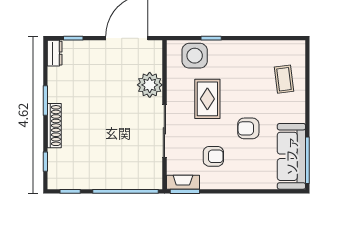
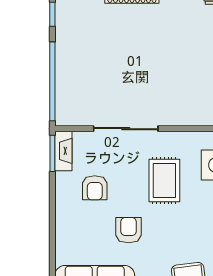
plant: (150, 85) -> (181, 111), removed
rug: (207, 99) -> (164, 181), turned 90

